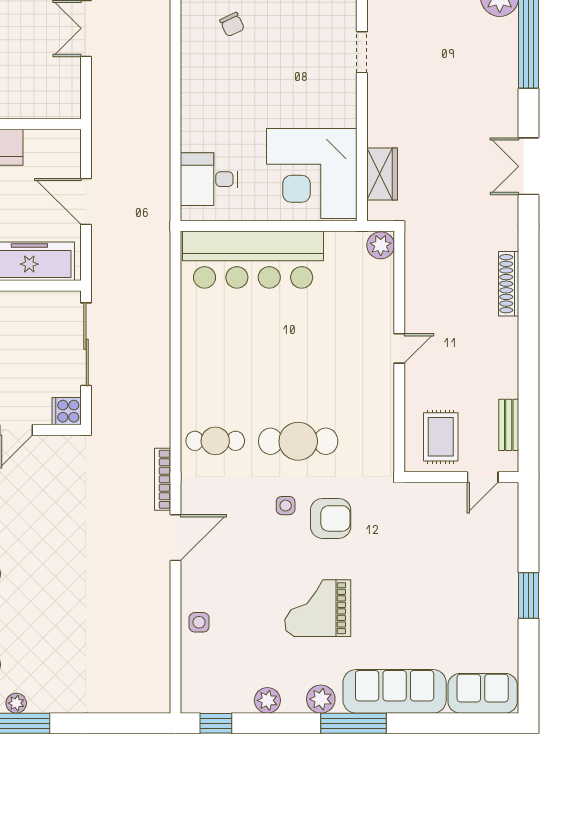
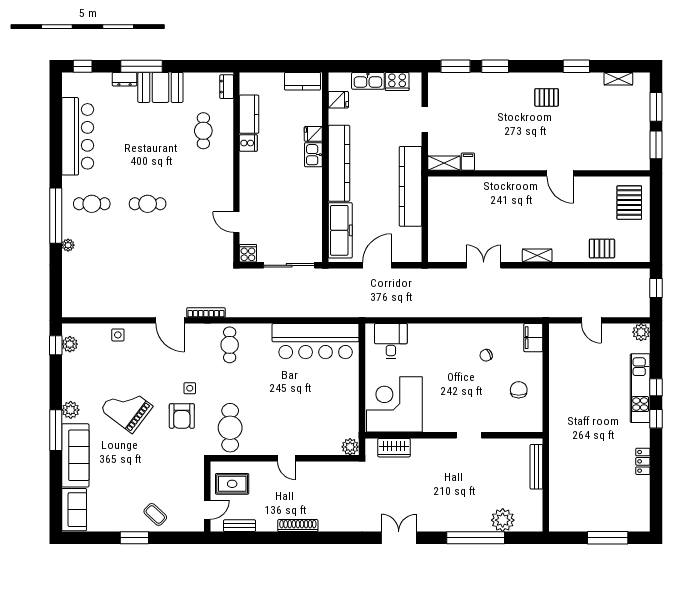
bar counter: (253, 260) -> (316, 341), moved, turned -90
shoe rack: (509, 284) -> (298, 526), moved
cafe table: (298, 441) -> (230, 428), moved
door: (483, 477) -> (207, 510), swing flipped
coffee table: (491, 562) -> (155, 514), added
grand piano: (318, 608) -> (127, 408), turned -53
plant: (267, 700) -> (70, 344), moved
plant: (16, 703) -> (68, 245), moved

